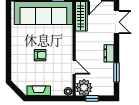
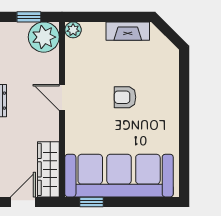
door: (74, 67) -> (62, 97), moved

